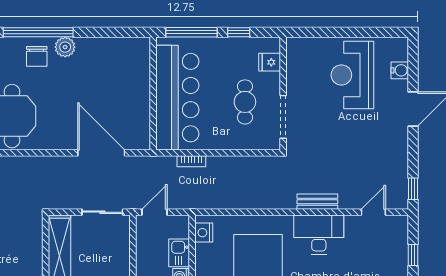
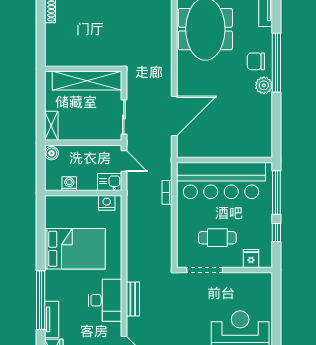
kitchen sink: (179, 253) -> (110, 182), moved

